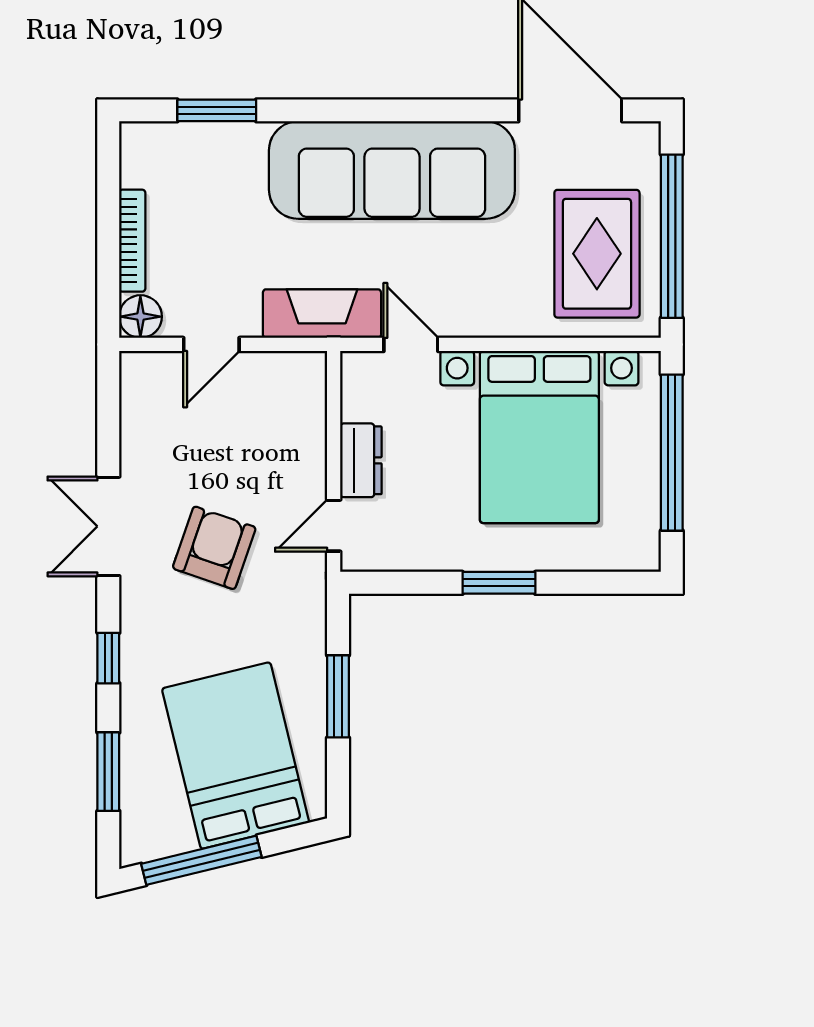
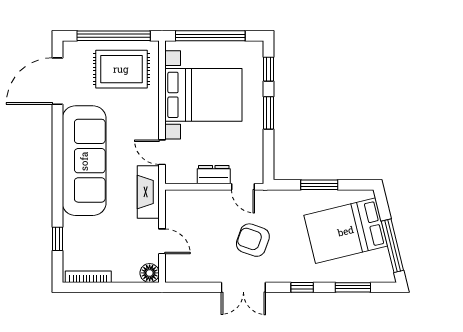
window: (217, 110) -> (57, 239), width x0.67
bookcase: (132, 241) -> (88, 277), moved
door: (411, 344) -> (162, 152), hinge flipped
window: (597, 583) -> (268, 69), added

